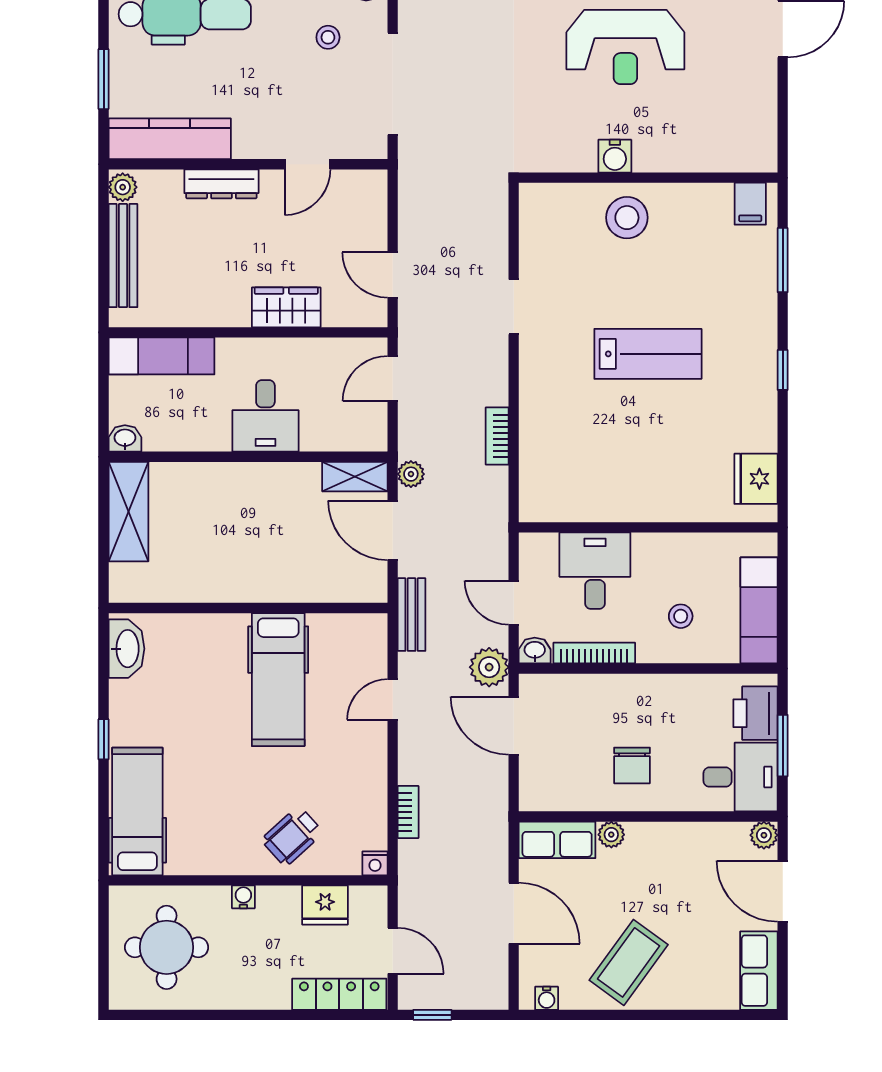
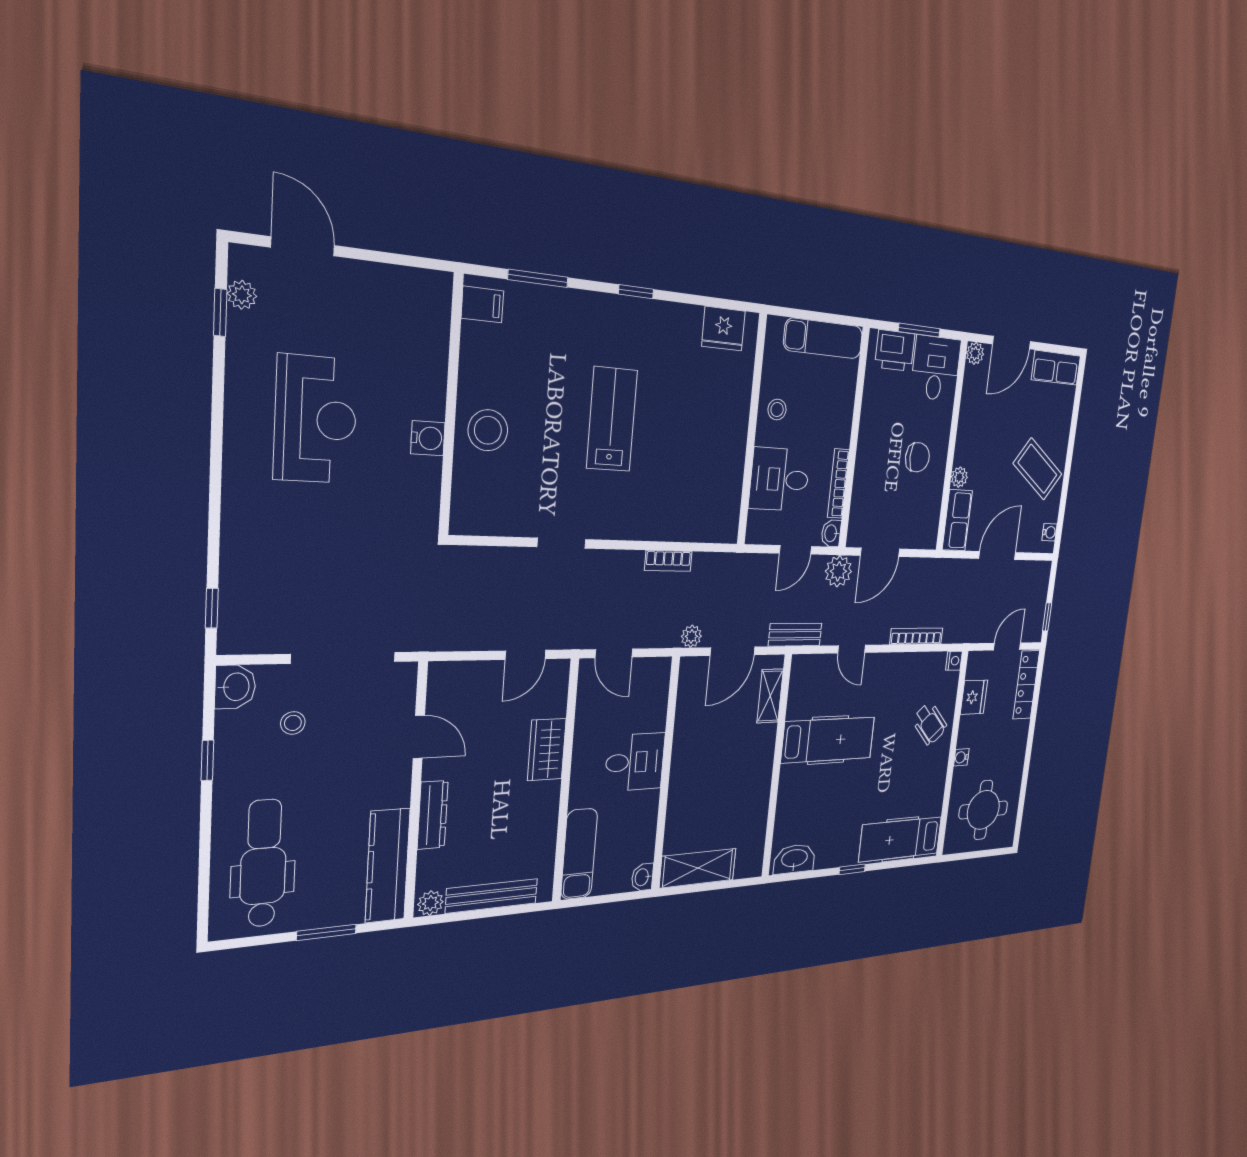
shelving: (355, 477) -> (770, 696), moved
stool: (681, 616) -> (777, 410), moved
bookcase: (408, 812) -> (916, 636), width x1.56

